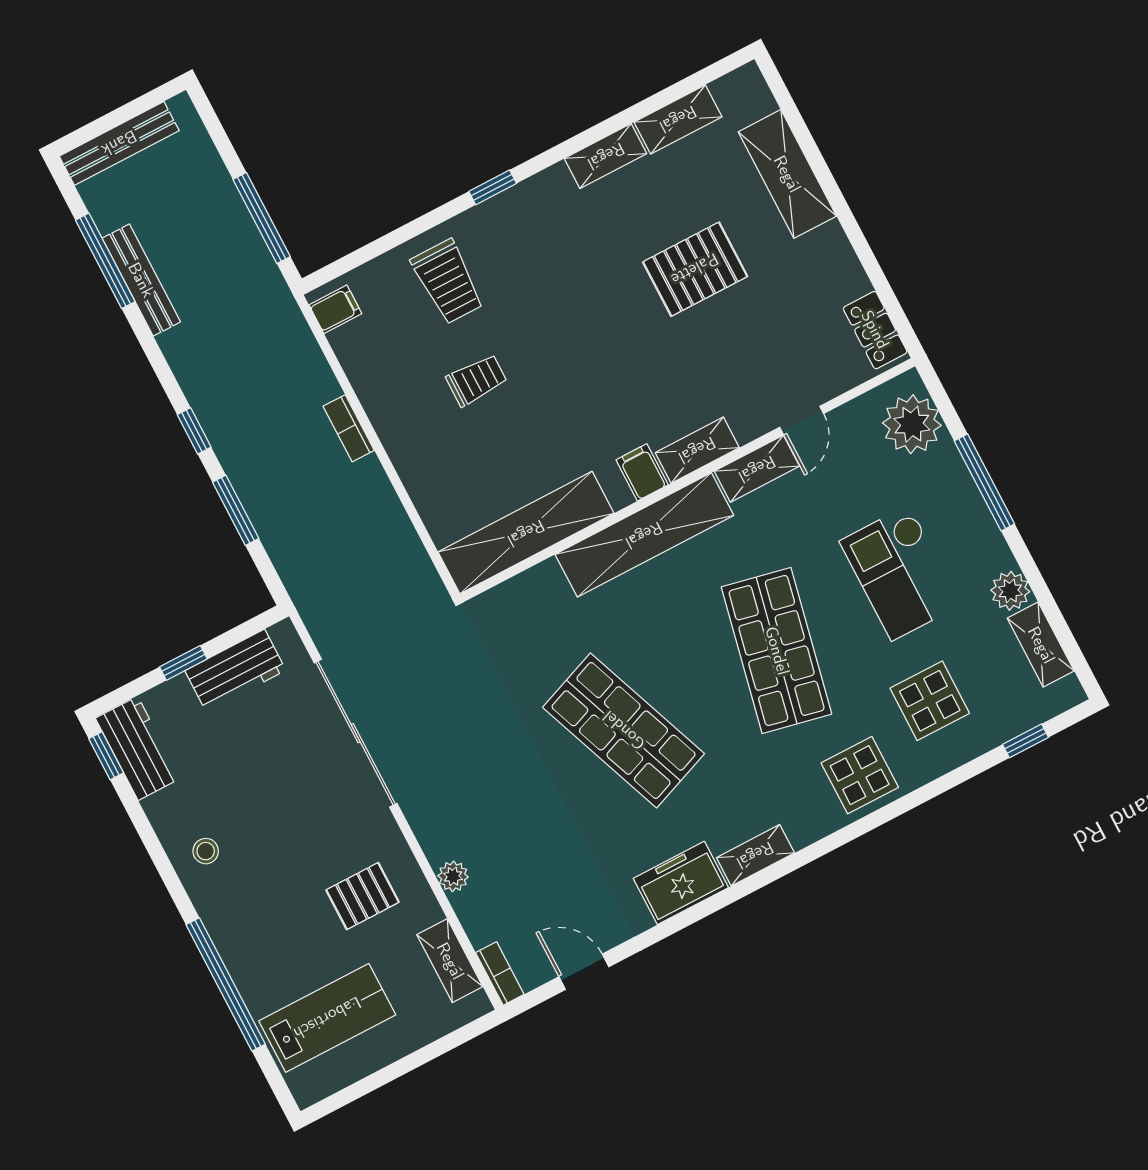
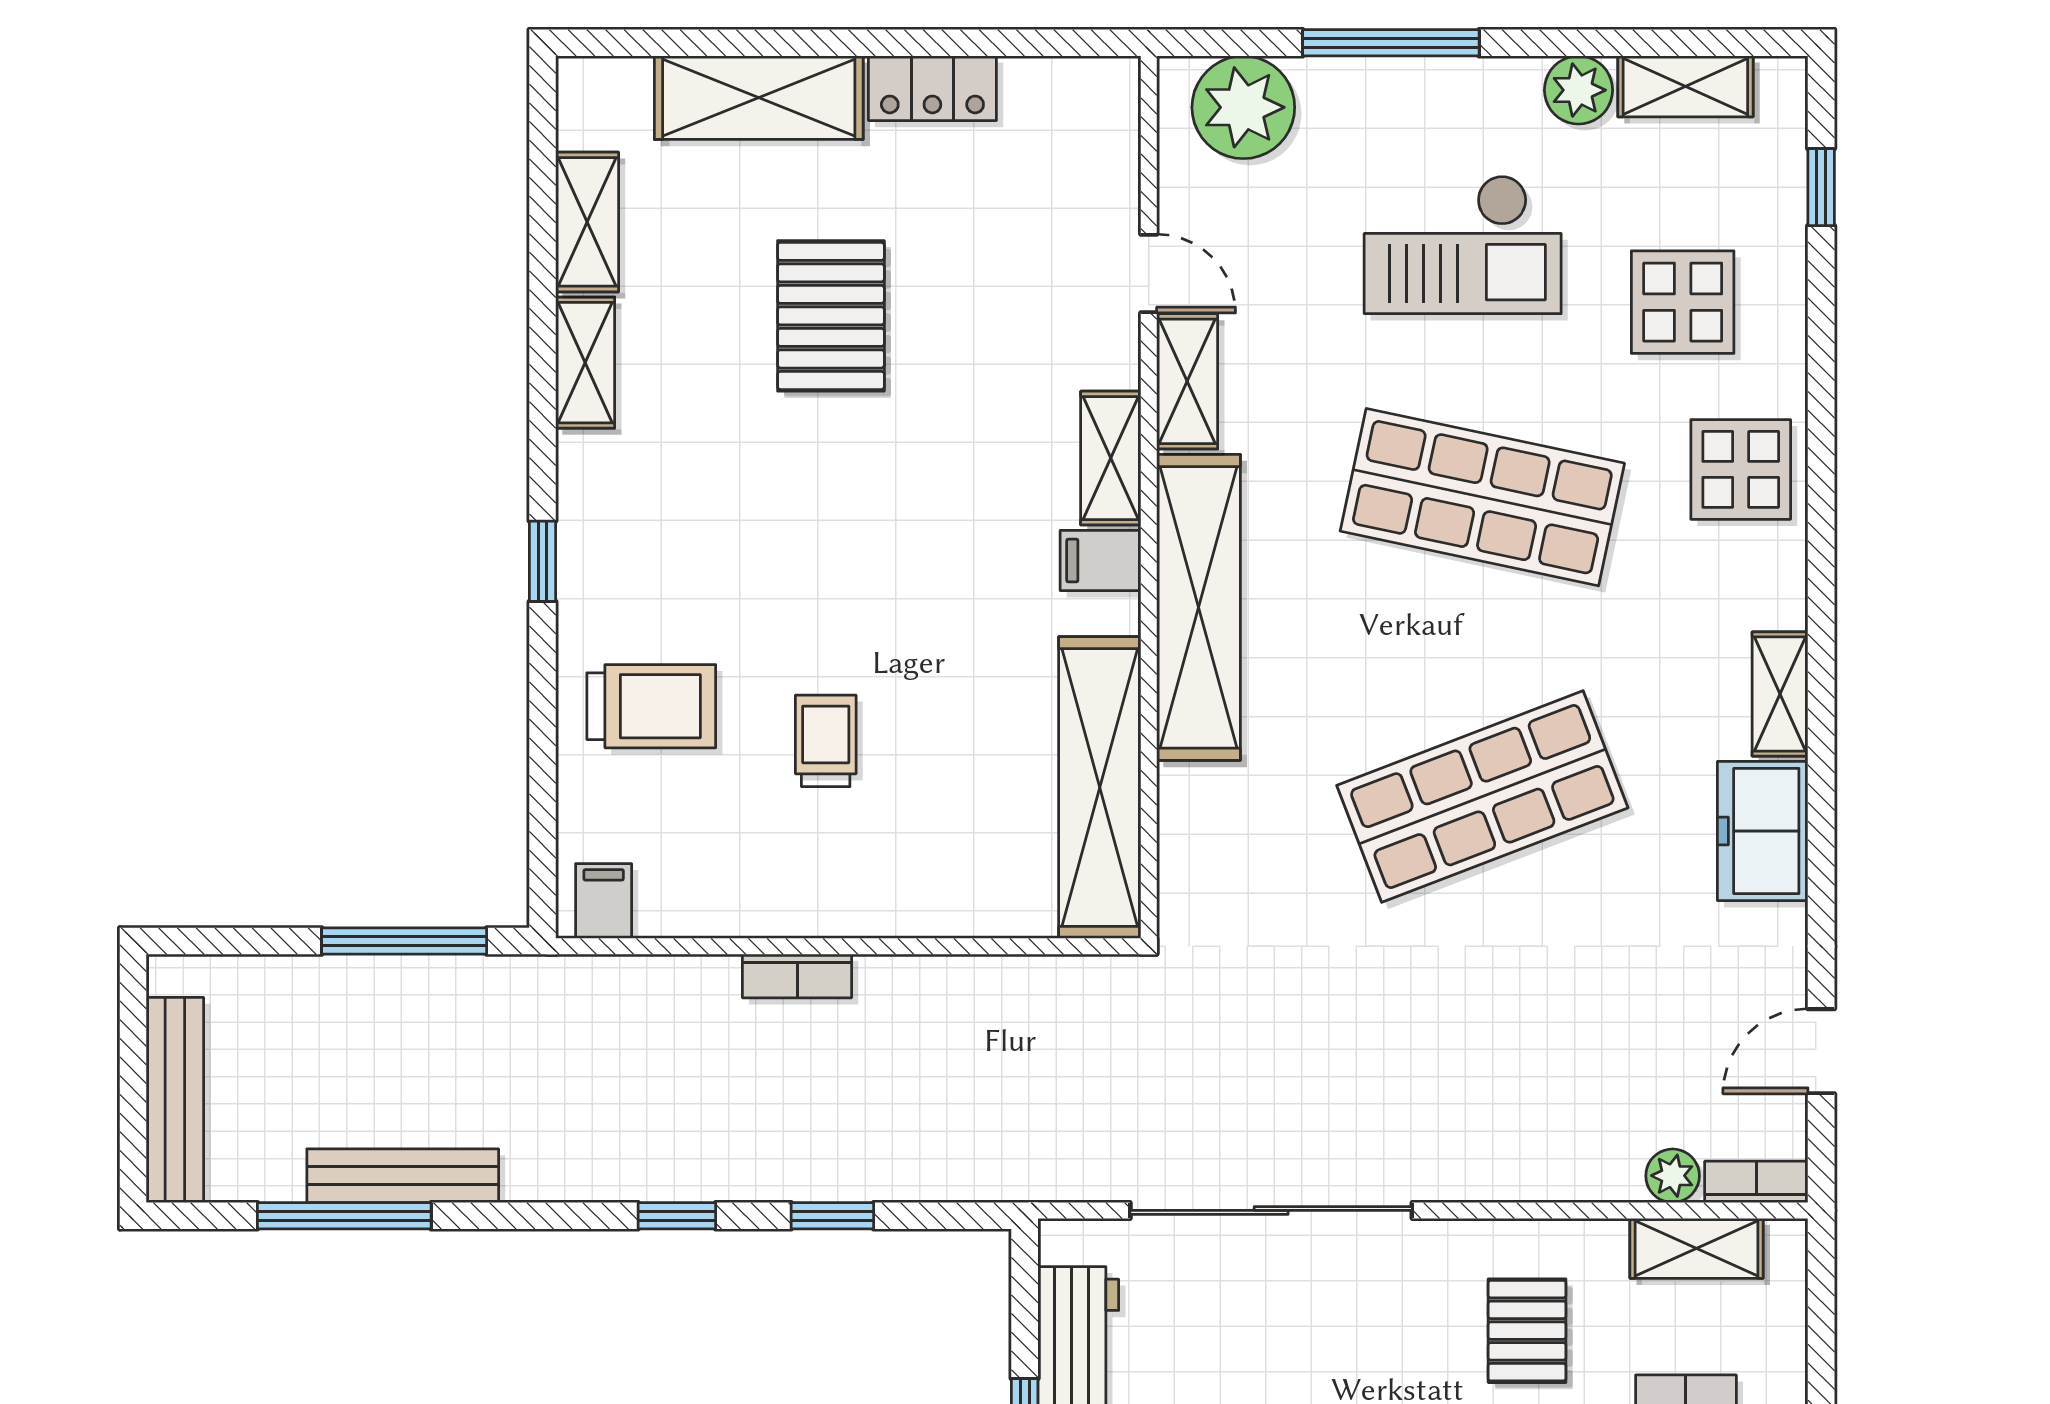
locker: (875, 330) -> (932, 88), moved
window: (236, 510) -> (832, 1216), width x0.67
plant: (453, 876) -> (1673, 1176), moved

